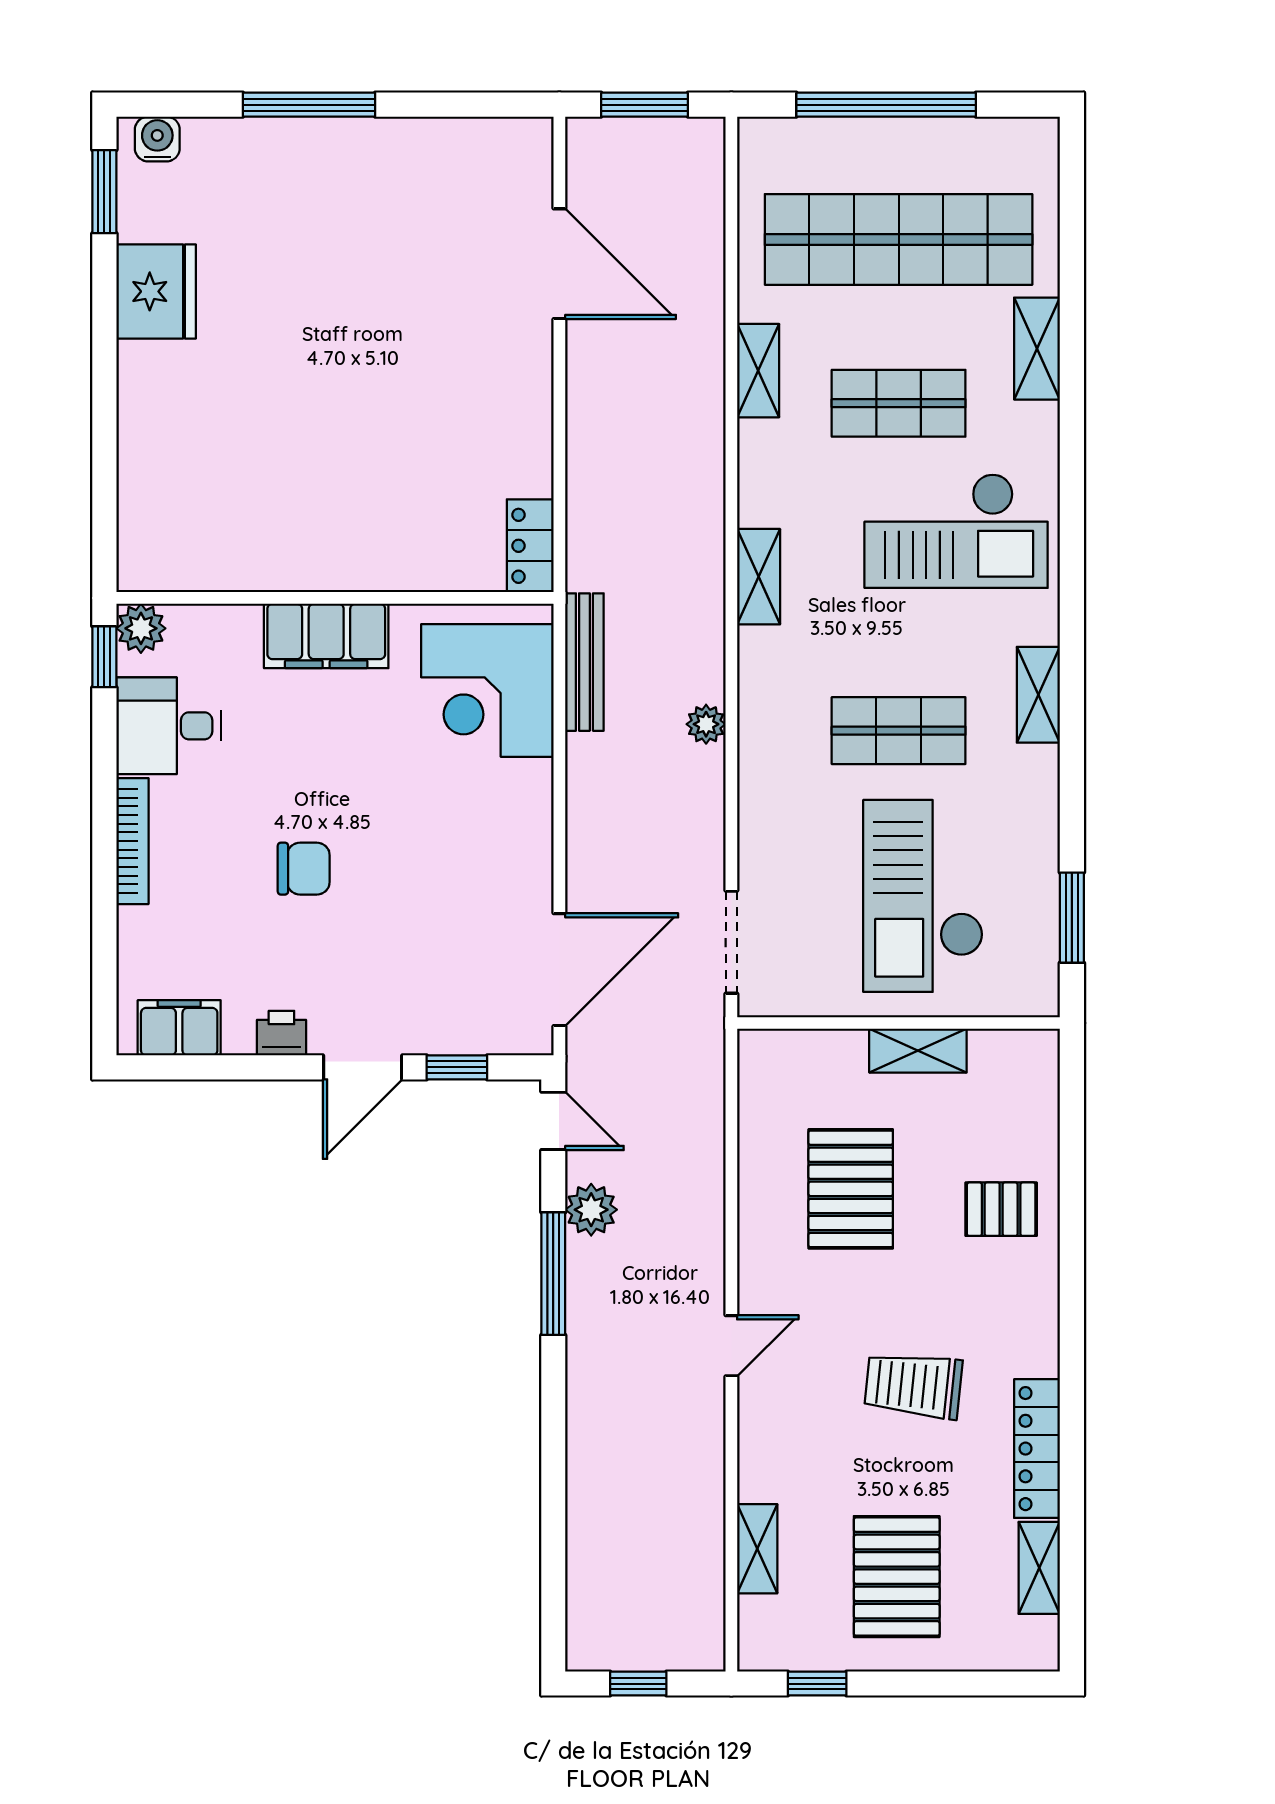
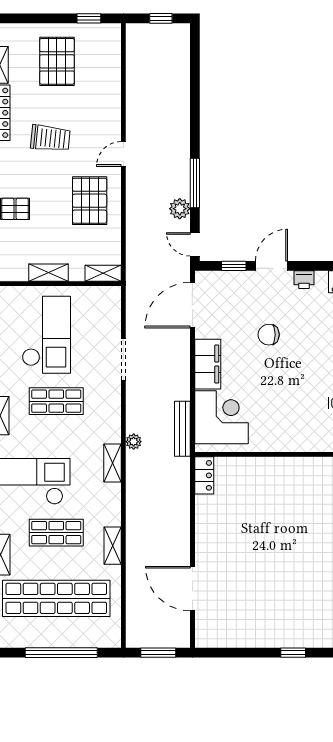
window: (309, 105) -> (293, 653), width x0.46
filing cabinet: (326, 636) -> (208, 364), moved, turned 90
plant: (706, 724) -> (134, 442), moved
chair: (304, 869) -> (269, 335), moved
doorway: (731, 942) -> (123, 359), moved
pallet: (851, 1189) -> (90, 201), moved
shelving: (757, 1549) -> (103, 273), moved, turned 90

